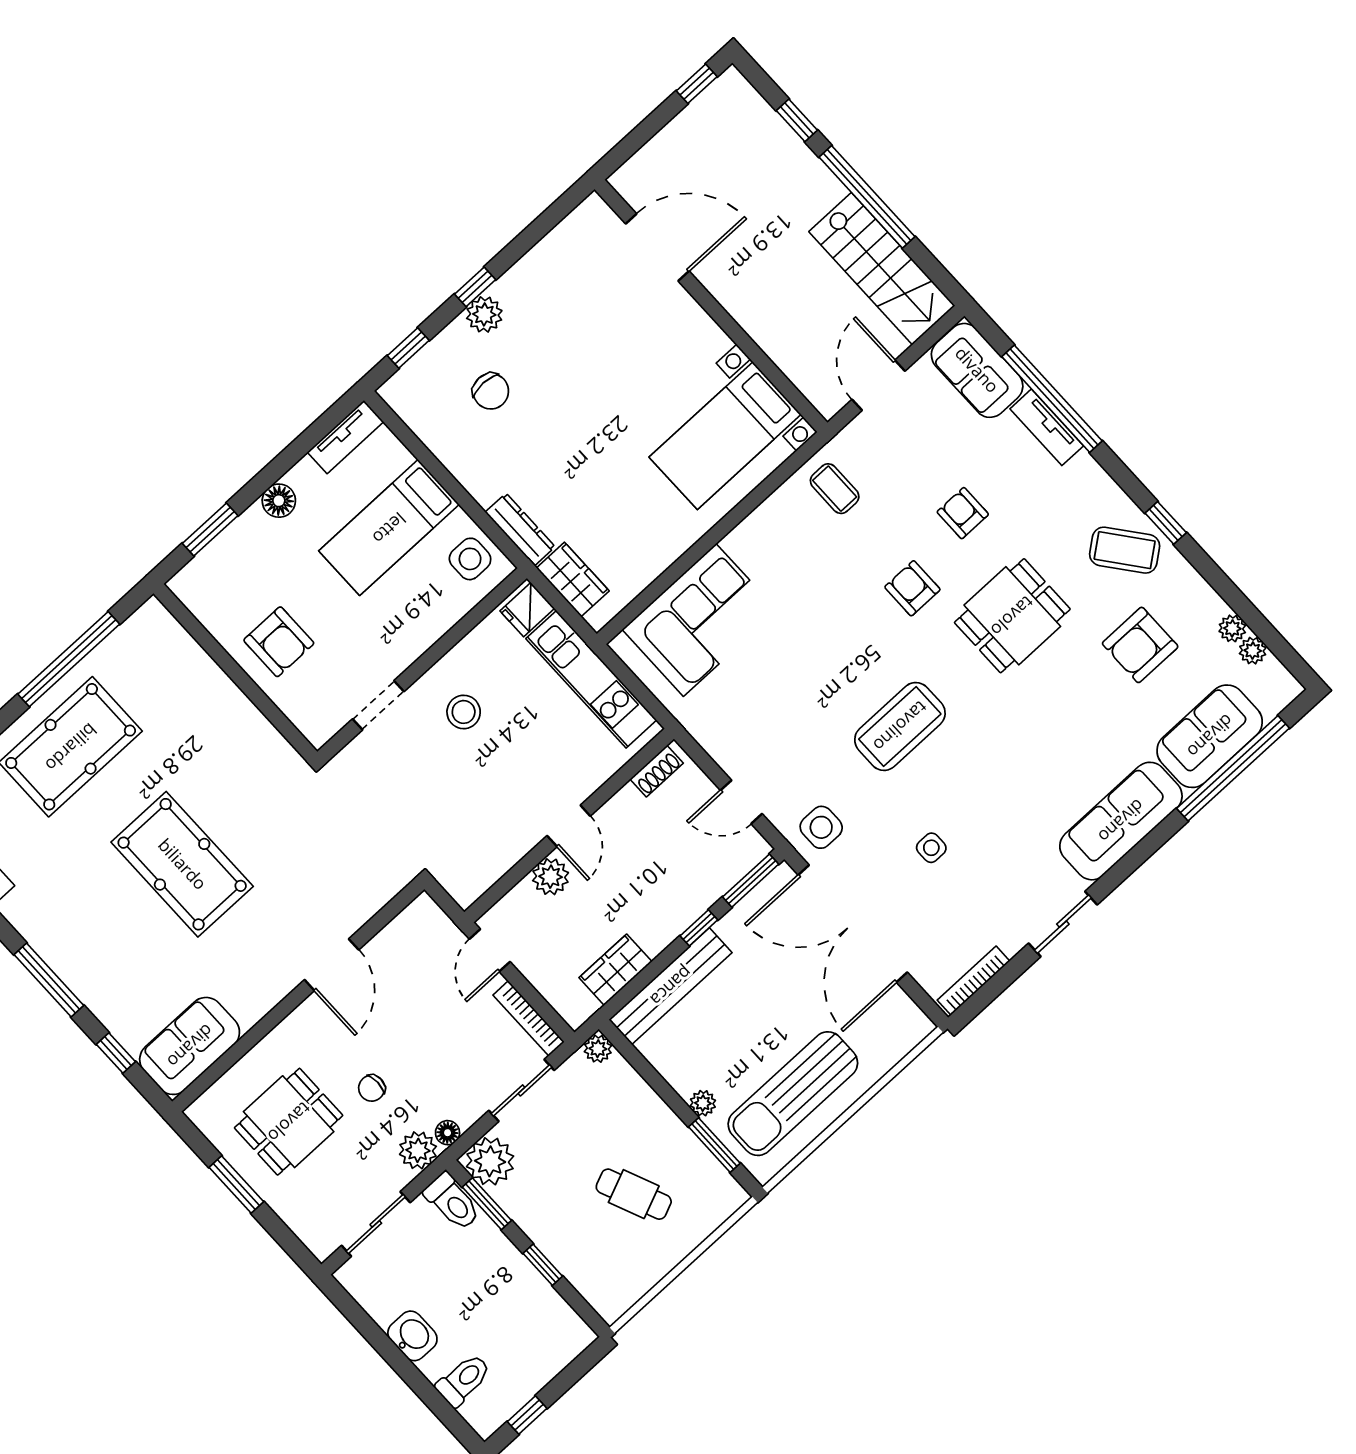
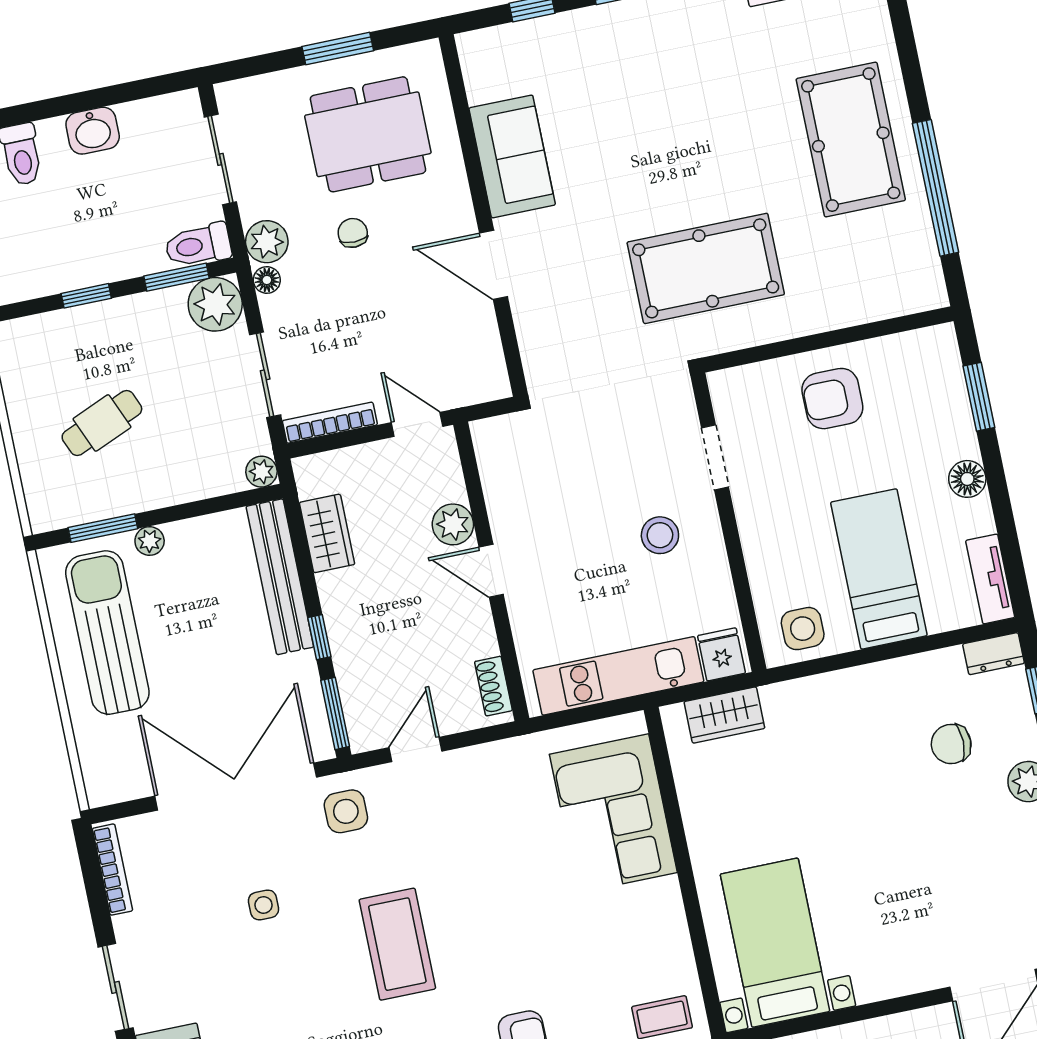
dresser: (520, 529) -> (993, 654), moved, width x0.70
pool table: (182, 864) -> (706, 268), moved
sofa: (190, 1046) -> (512, 156), moved
dining table: (289, 1122) -> (368, 134), width x1.38

